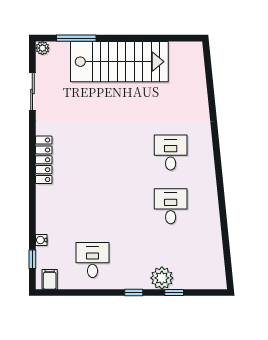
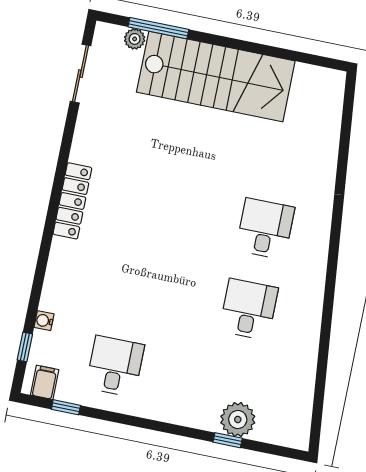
plant: (42, 48) -> (135, 39), moved
sliding door: (32, 91) -> (81, 74), moved
plant: (162, 278) -> (238, 420), moved
window: (134, 293) -> (66, 407), moved

